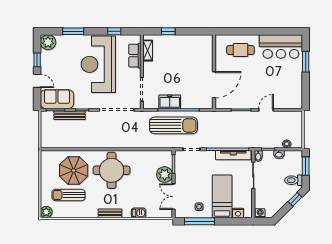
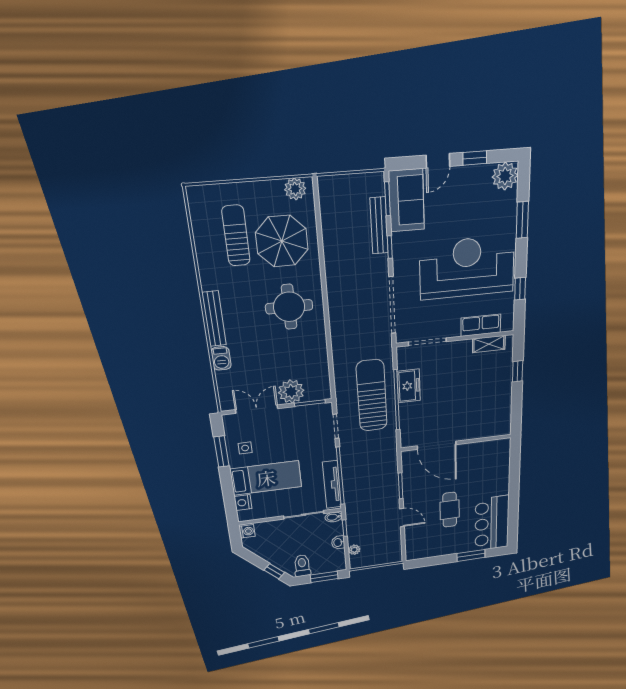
cafe table: (240, 50) -> (450, 510), moved
sun lounger: (173, 125) -> (372, 396), turned 180
round table: (112, 170) -> (289, 307), width x0.73, depth x0.73
plant: (46, 212) -> (295, 189), moved
bench: (110, 213) -> (214, 319), width x1.36
window: (200, 221) -> (222, 452), width x0.69

